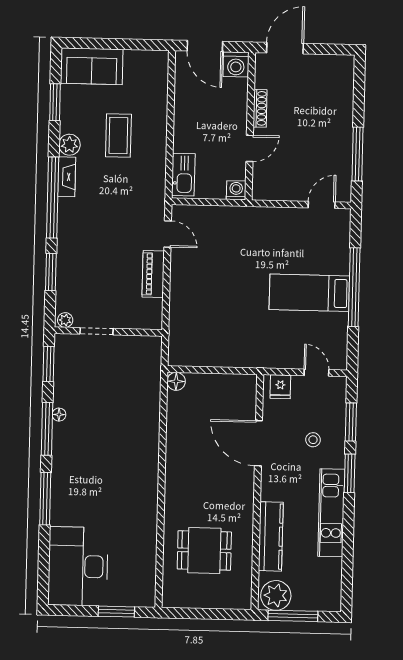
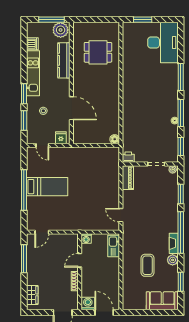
wardrobe: (343, 84) -> (32, 295), added
piano: (153, 274) -> (128, 178), moved
printer: (151, 346) -> (128, 157), added
dishwasher: (331, 570) -> (32, 44), added

